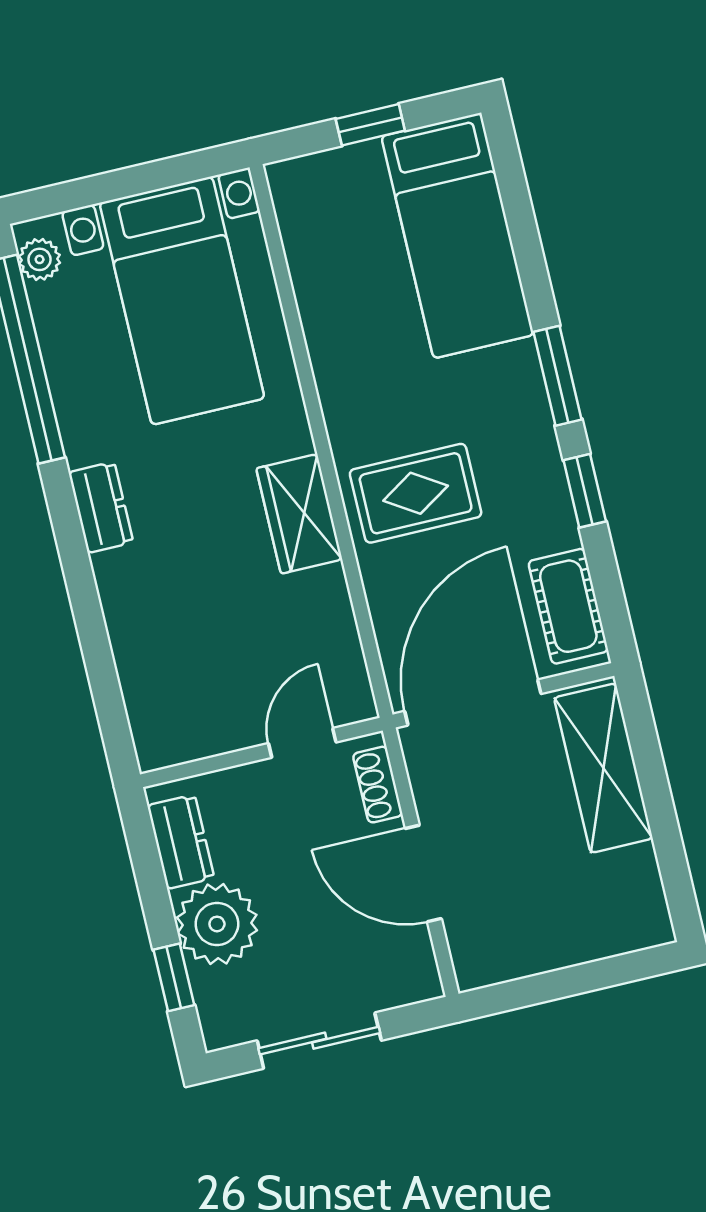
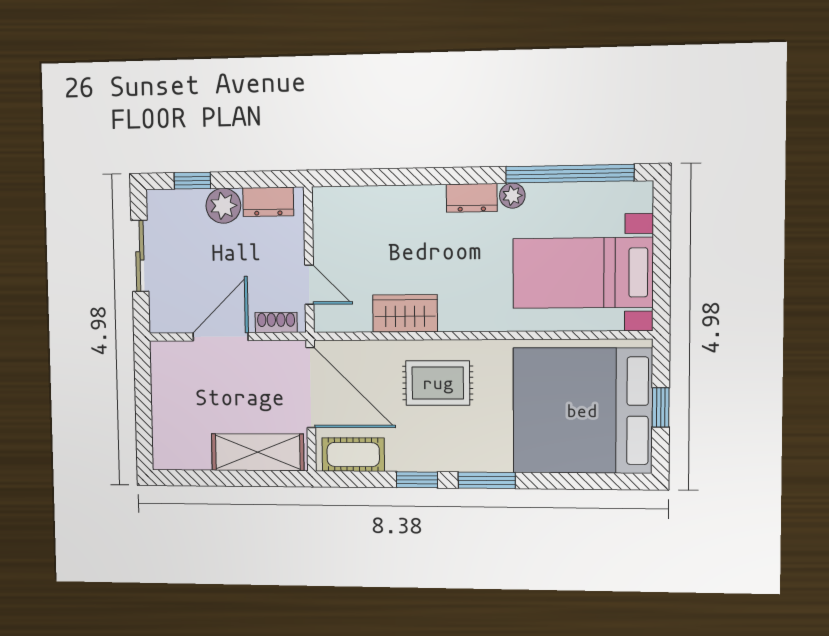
bed: (458, 236) -> (582, 411), width x2.04
plant: (40, 259) -> (512, 196), moved
rug: (416, 493) -> (438, 383), turned 90
wardrobe: (299, 514) -> (405, 313), moved
plant: (217, 924) -> (223, 206), width x0.73, depth x0.73

